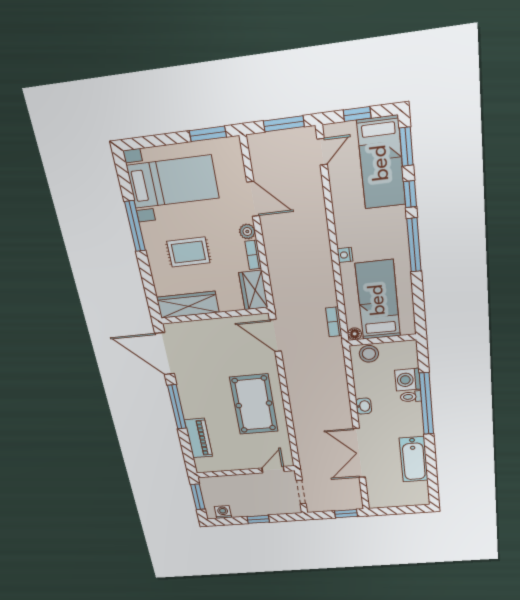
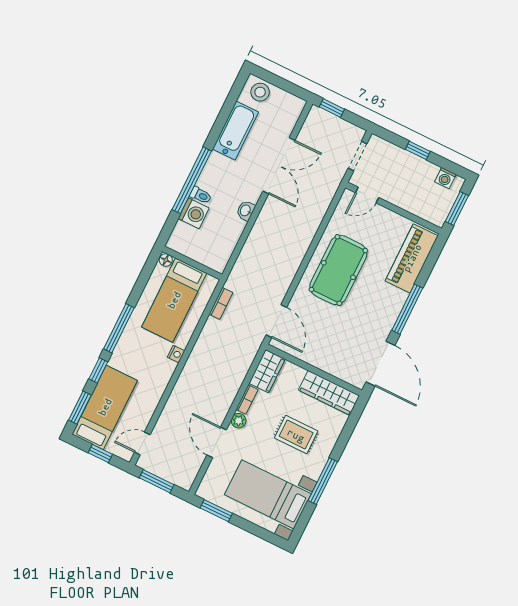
floor lamp: (355, 334) -> (166, 260), moved
stool: (369, 354) -> (260, 92), moved
piano: (199, 438) -> (412, 258), width x1.37, depth x1.33

